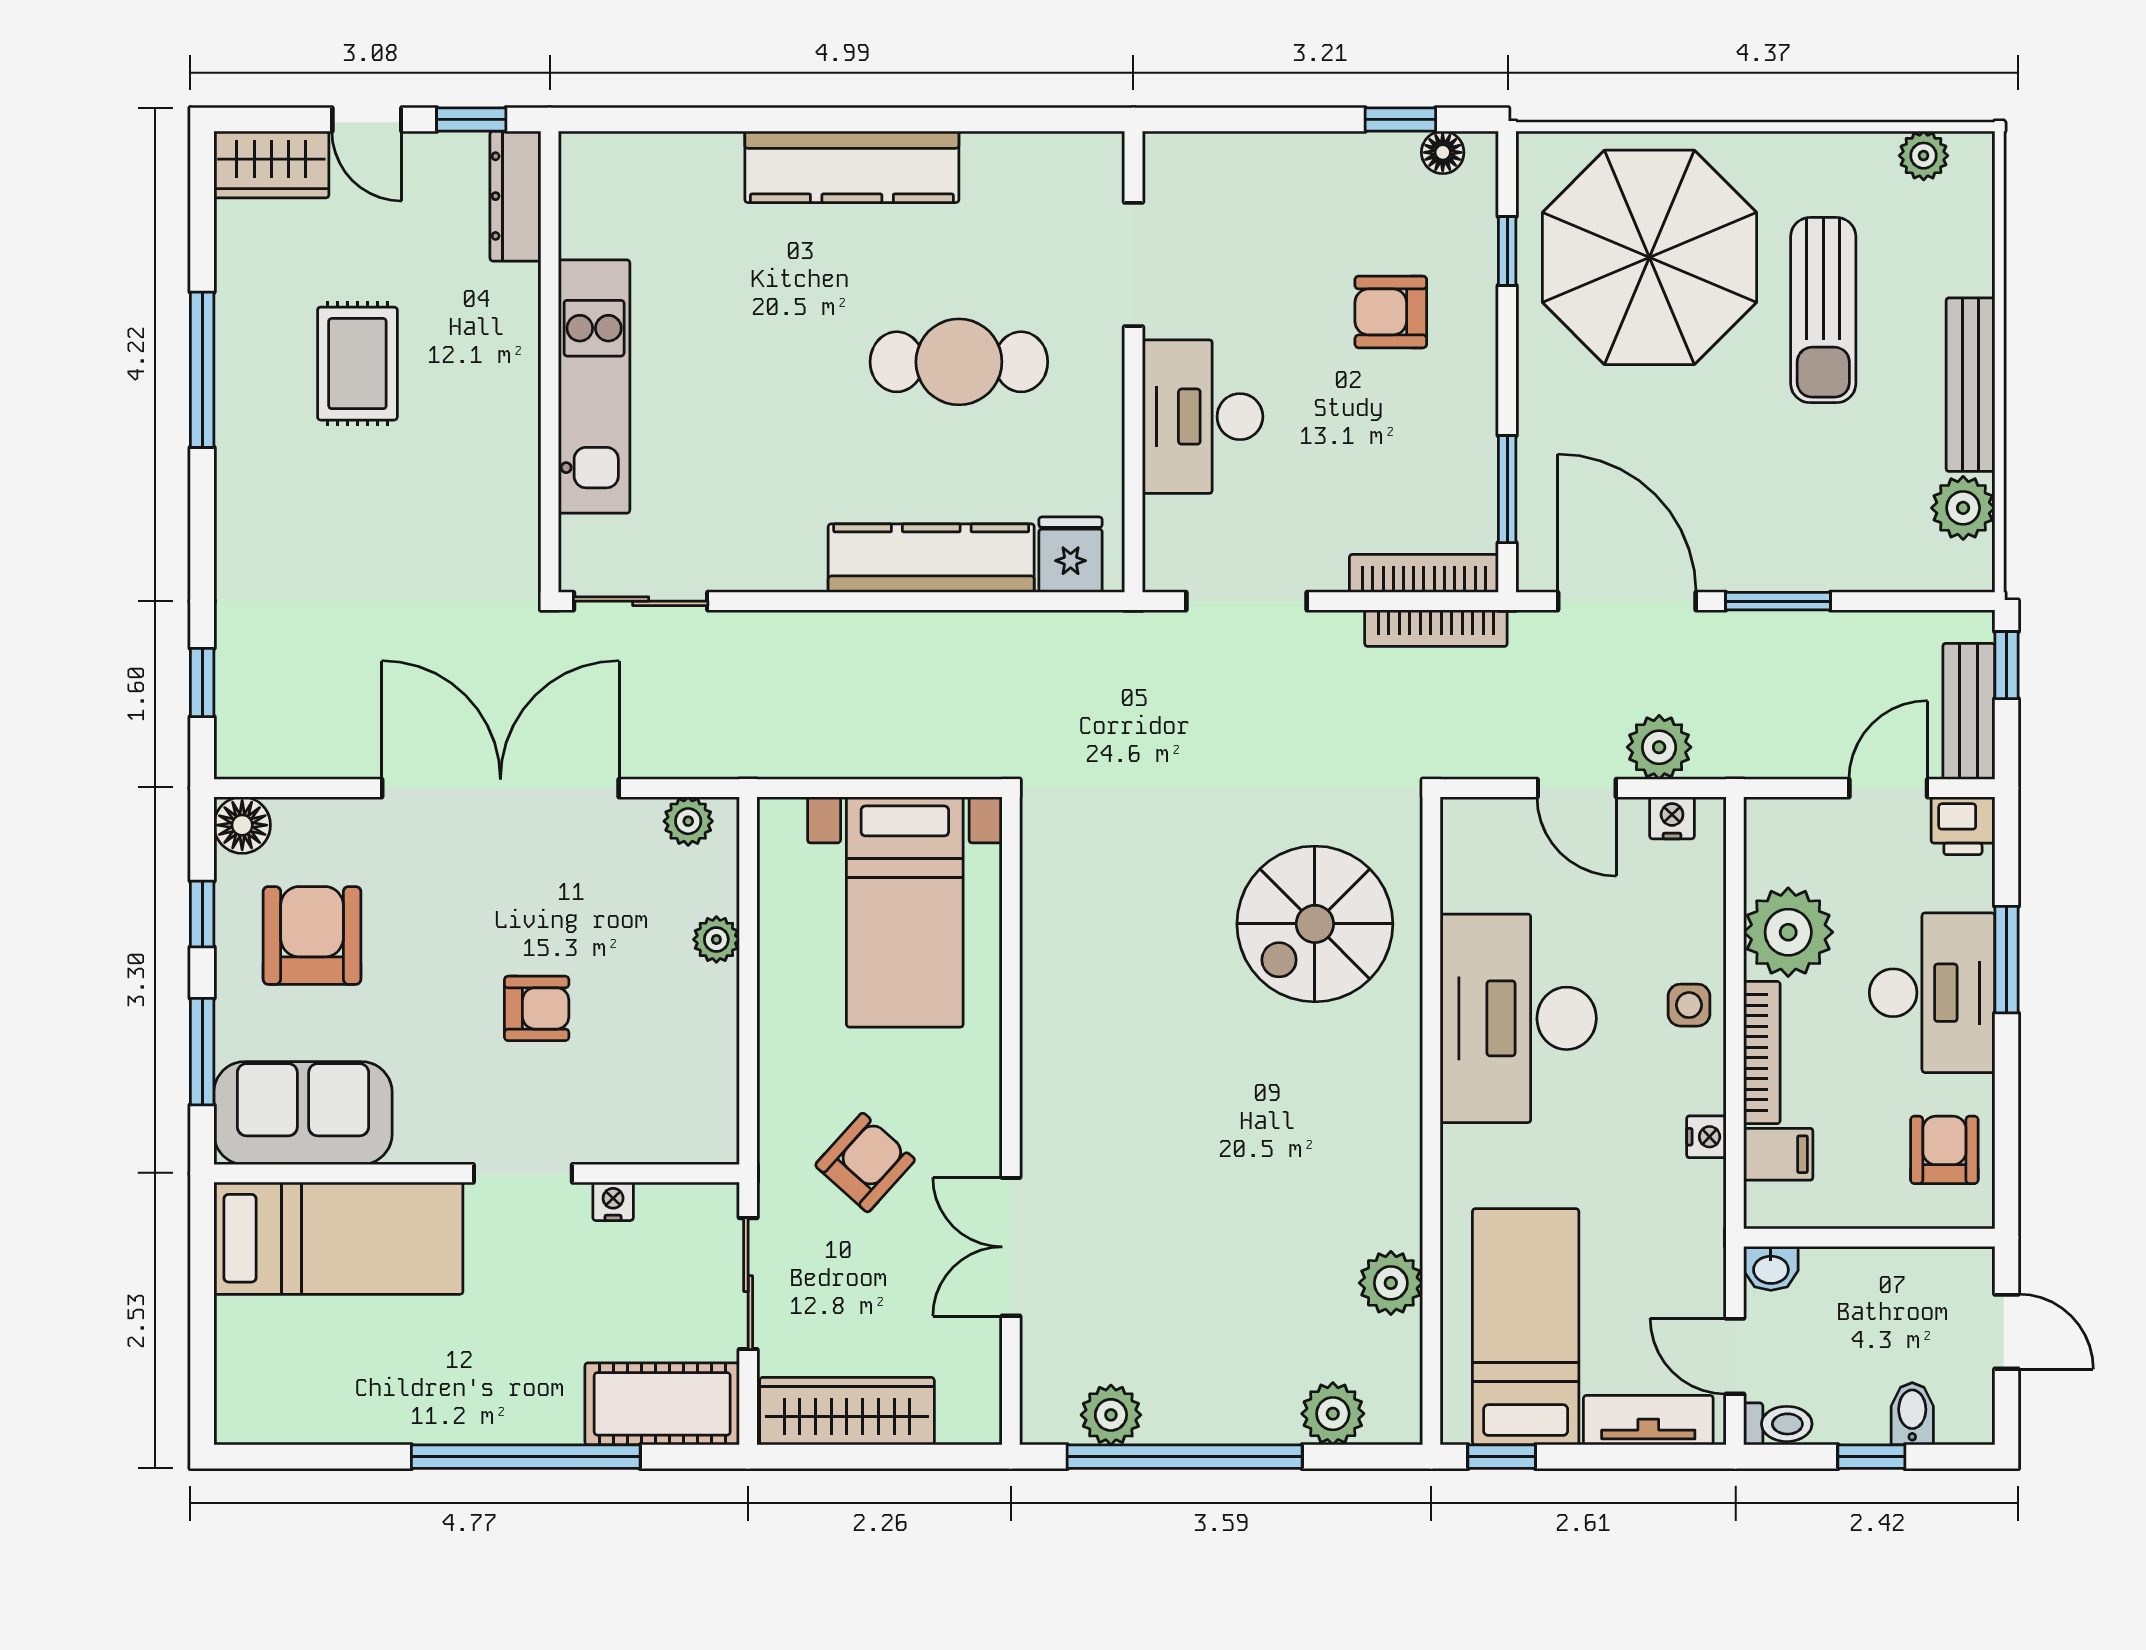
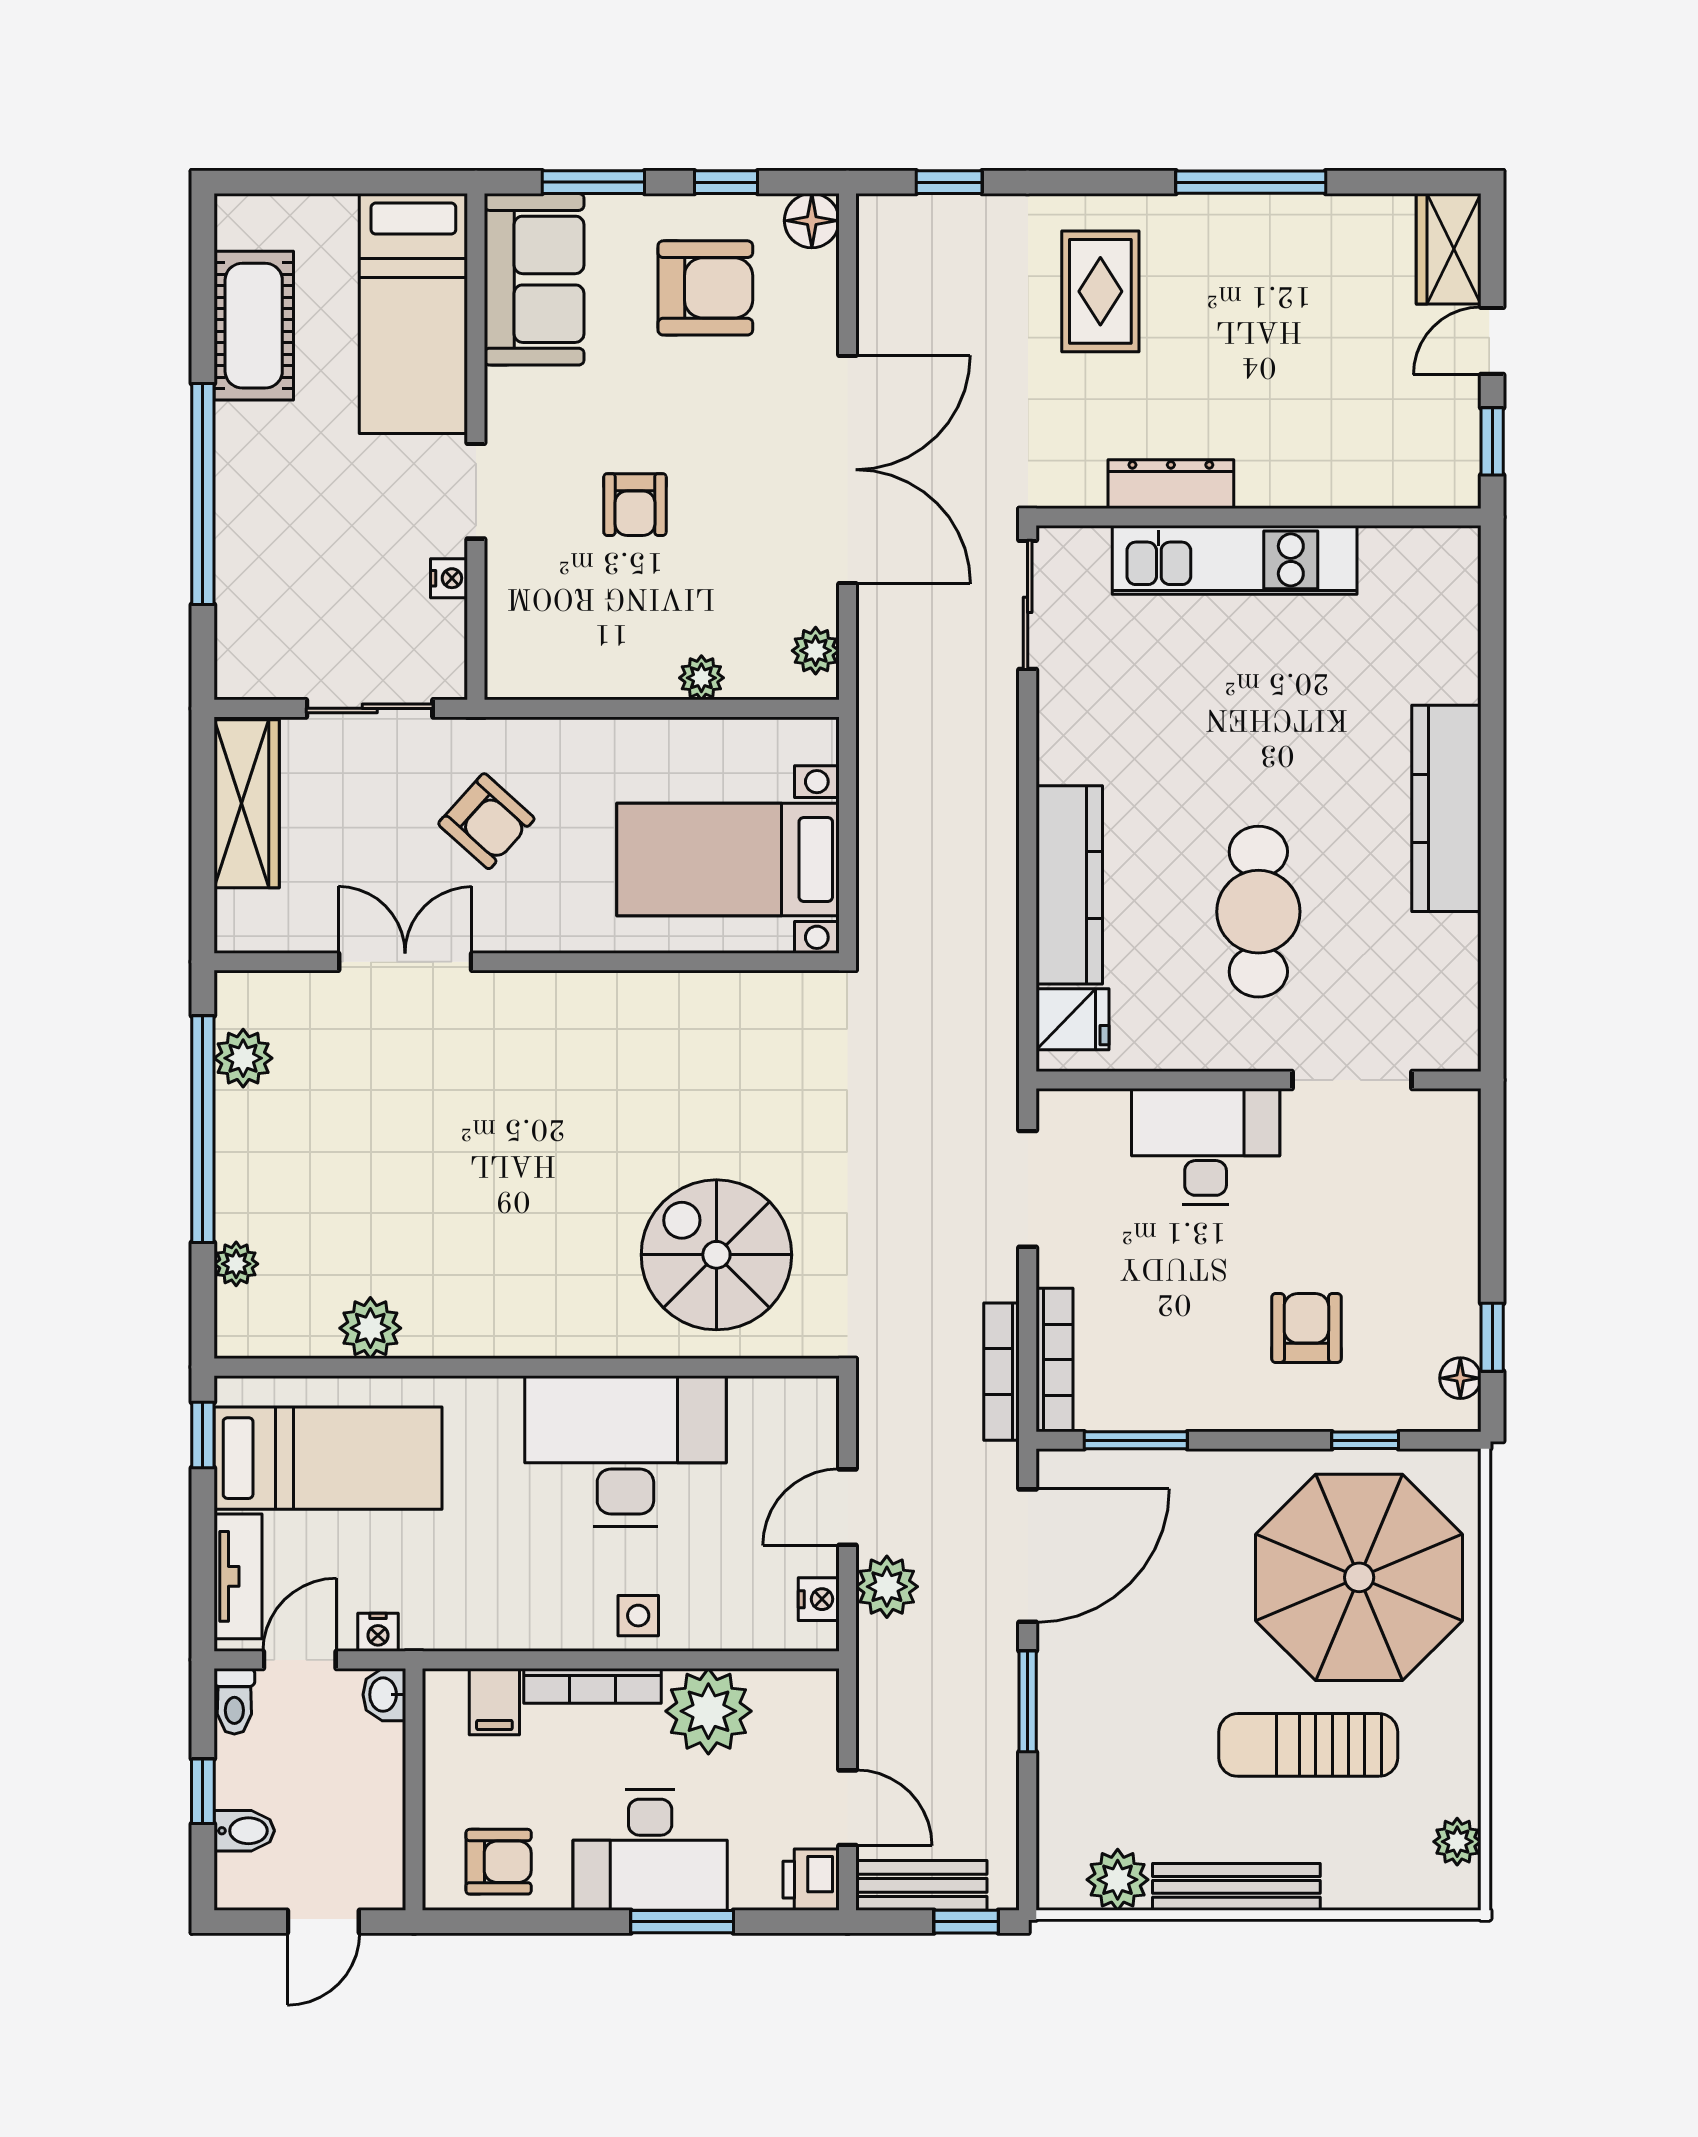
dresser: (515, 196) -> (1171, 484), moved
rug: (357, 364) -> (1100, 291), moved, turned 90
nightstand: (1706, 1137) -> (378, 1632), moved
cot: (662, 1404) -> (254, 326), moved
plant: (1333, 1414) -> (236, 1264), width x0.73, depth x0.73

